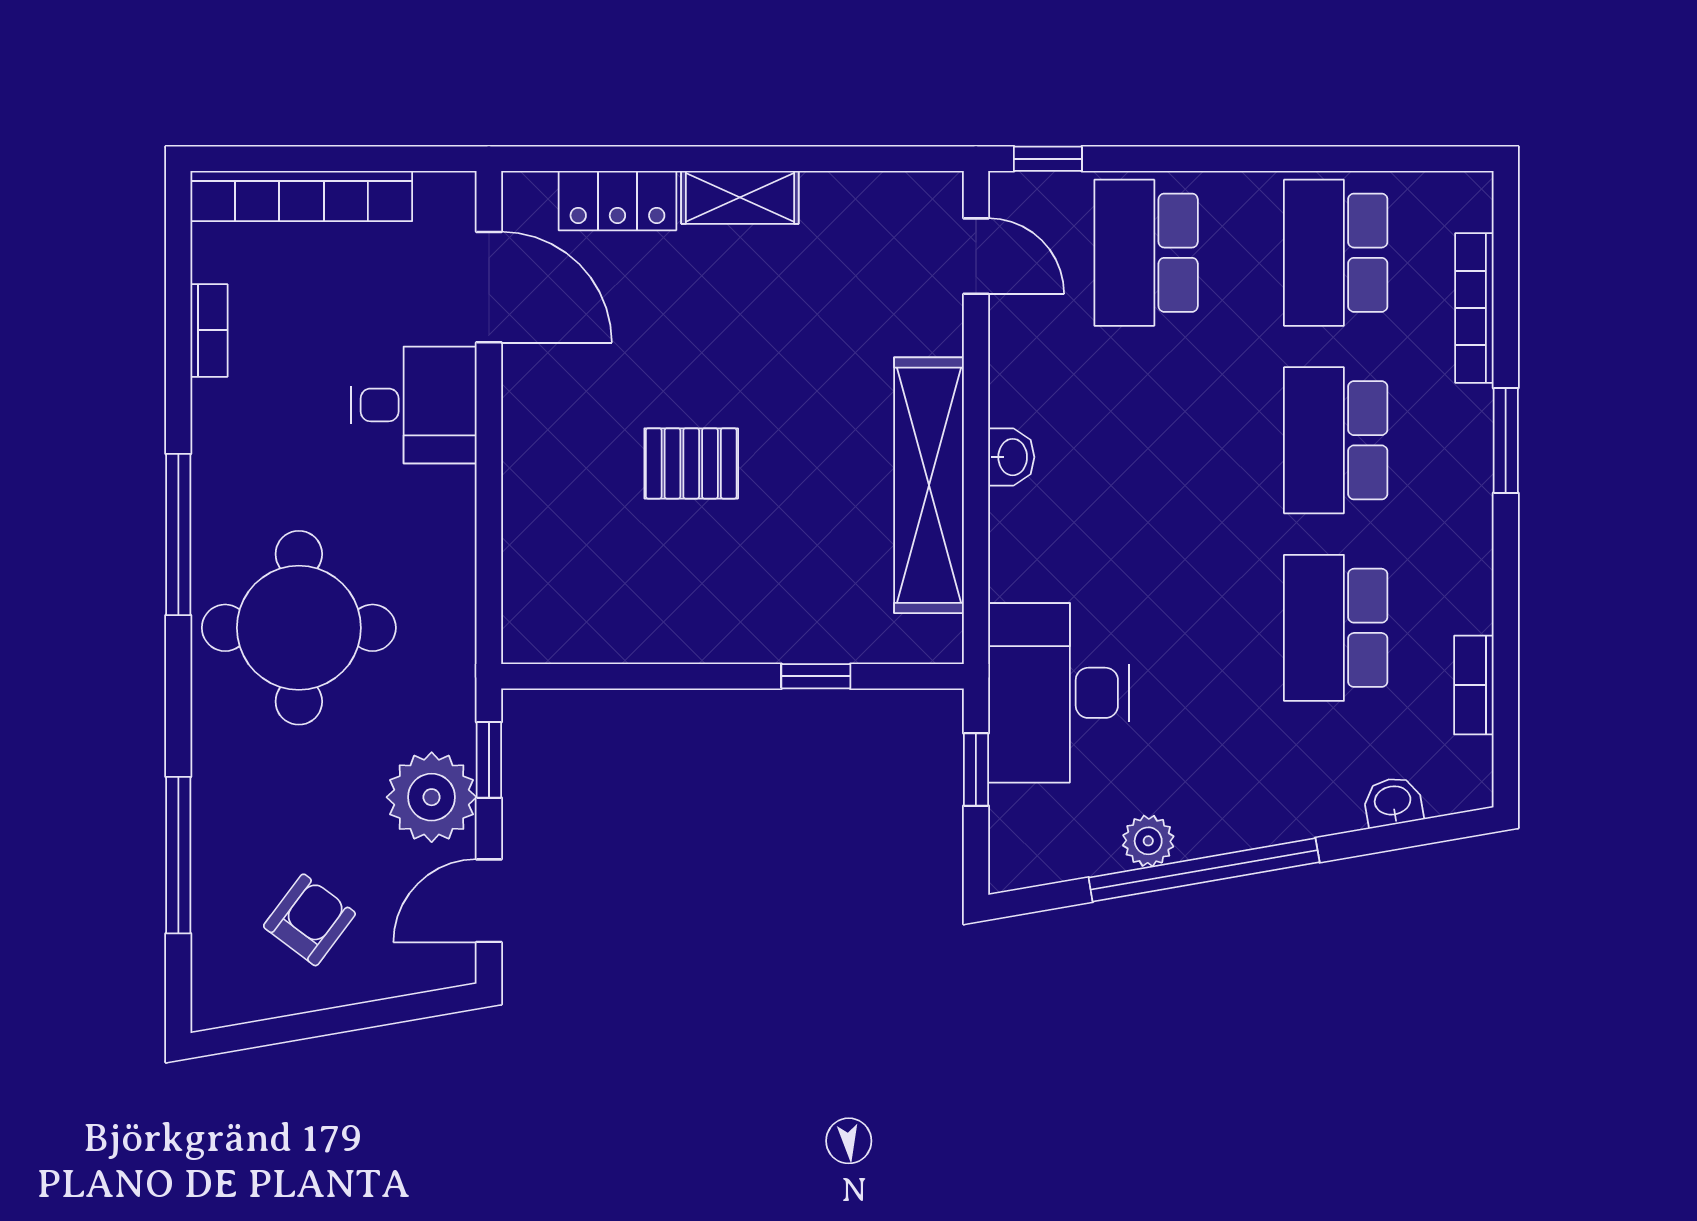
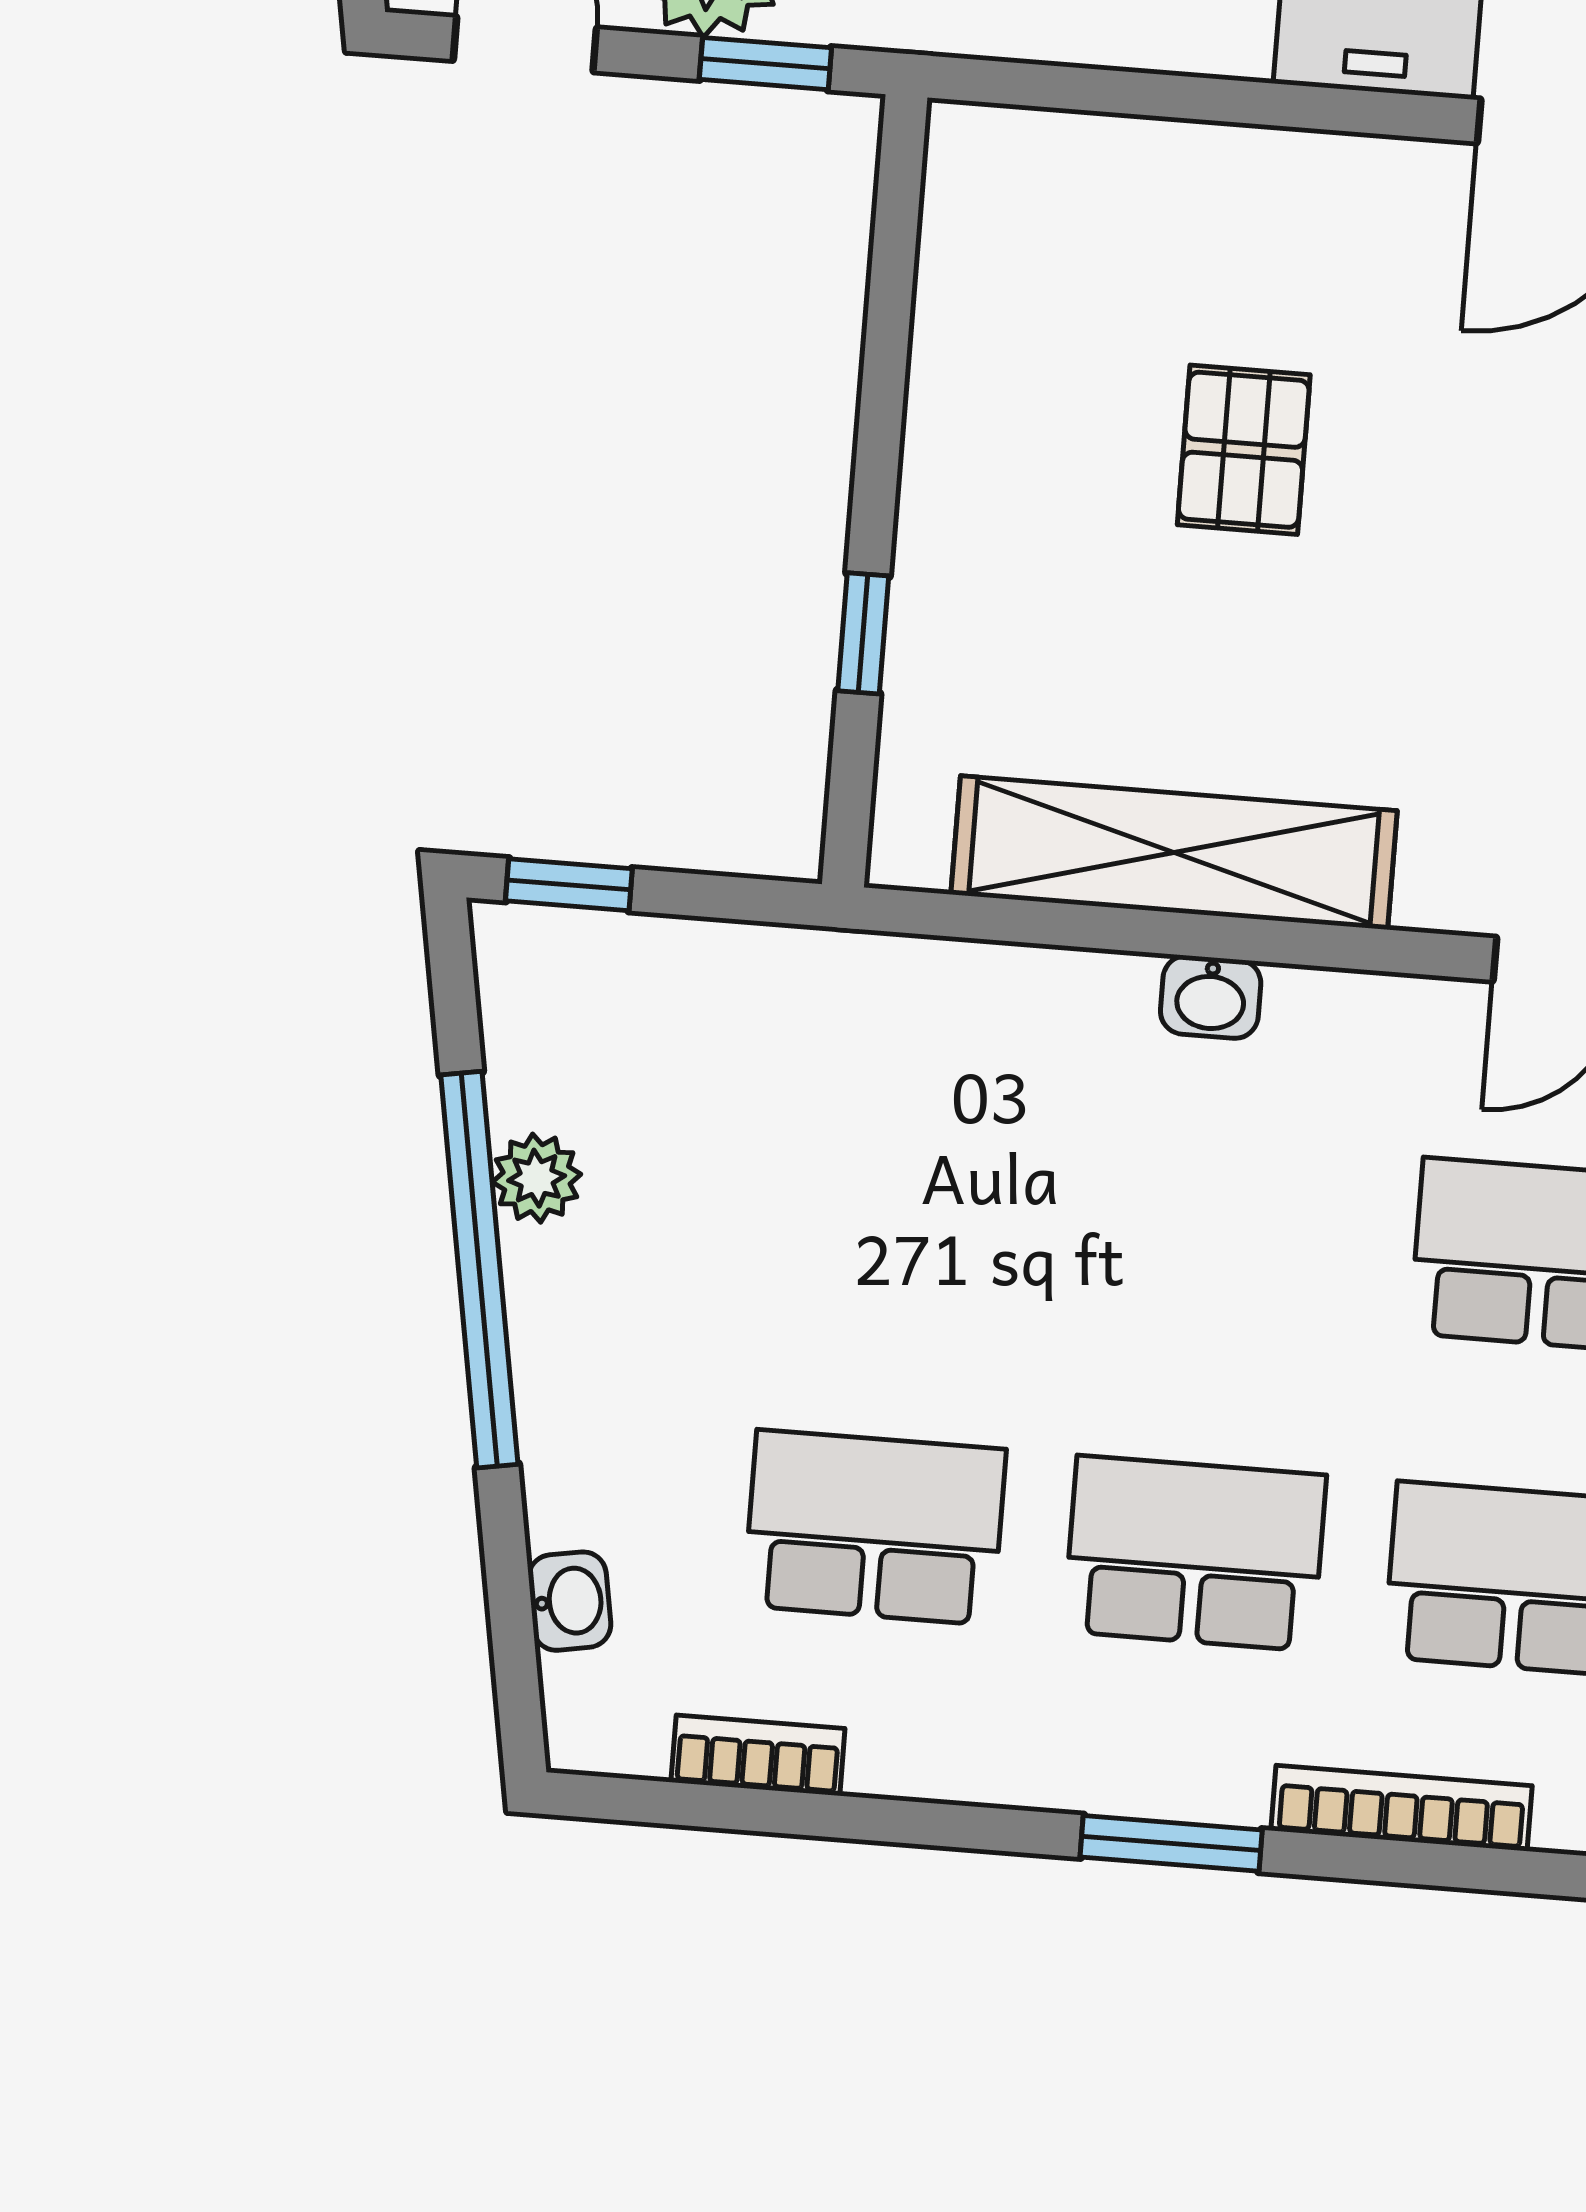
desk: (1059, 693) -> (802, 1046), removed
window: (976, 770) -> (569, 885), moved

